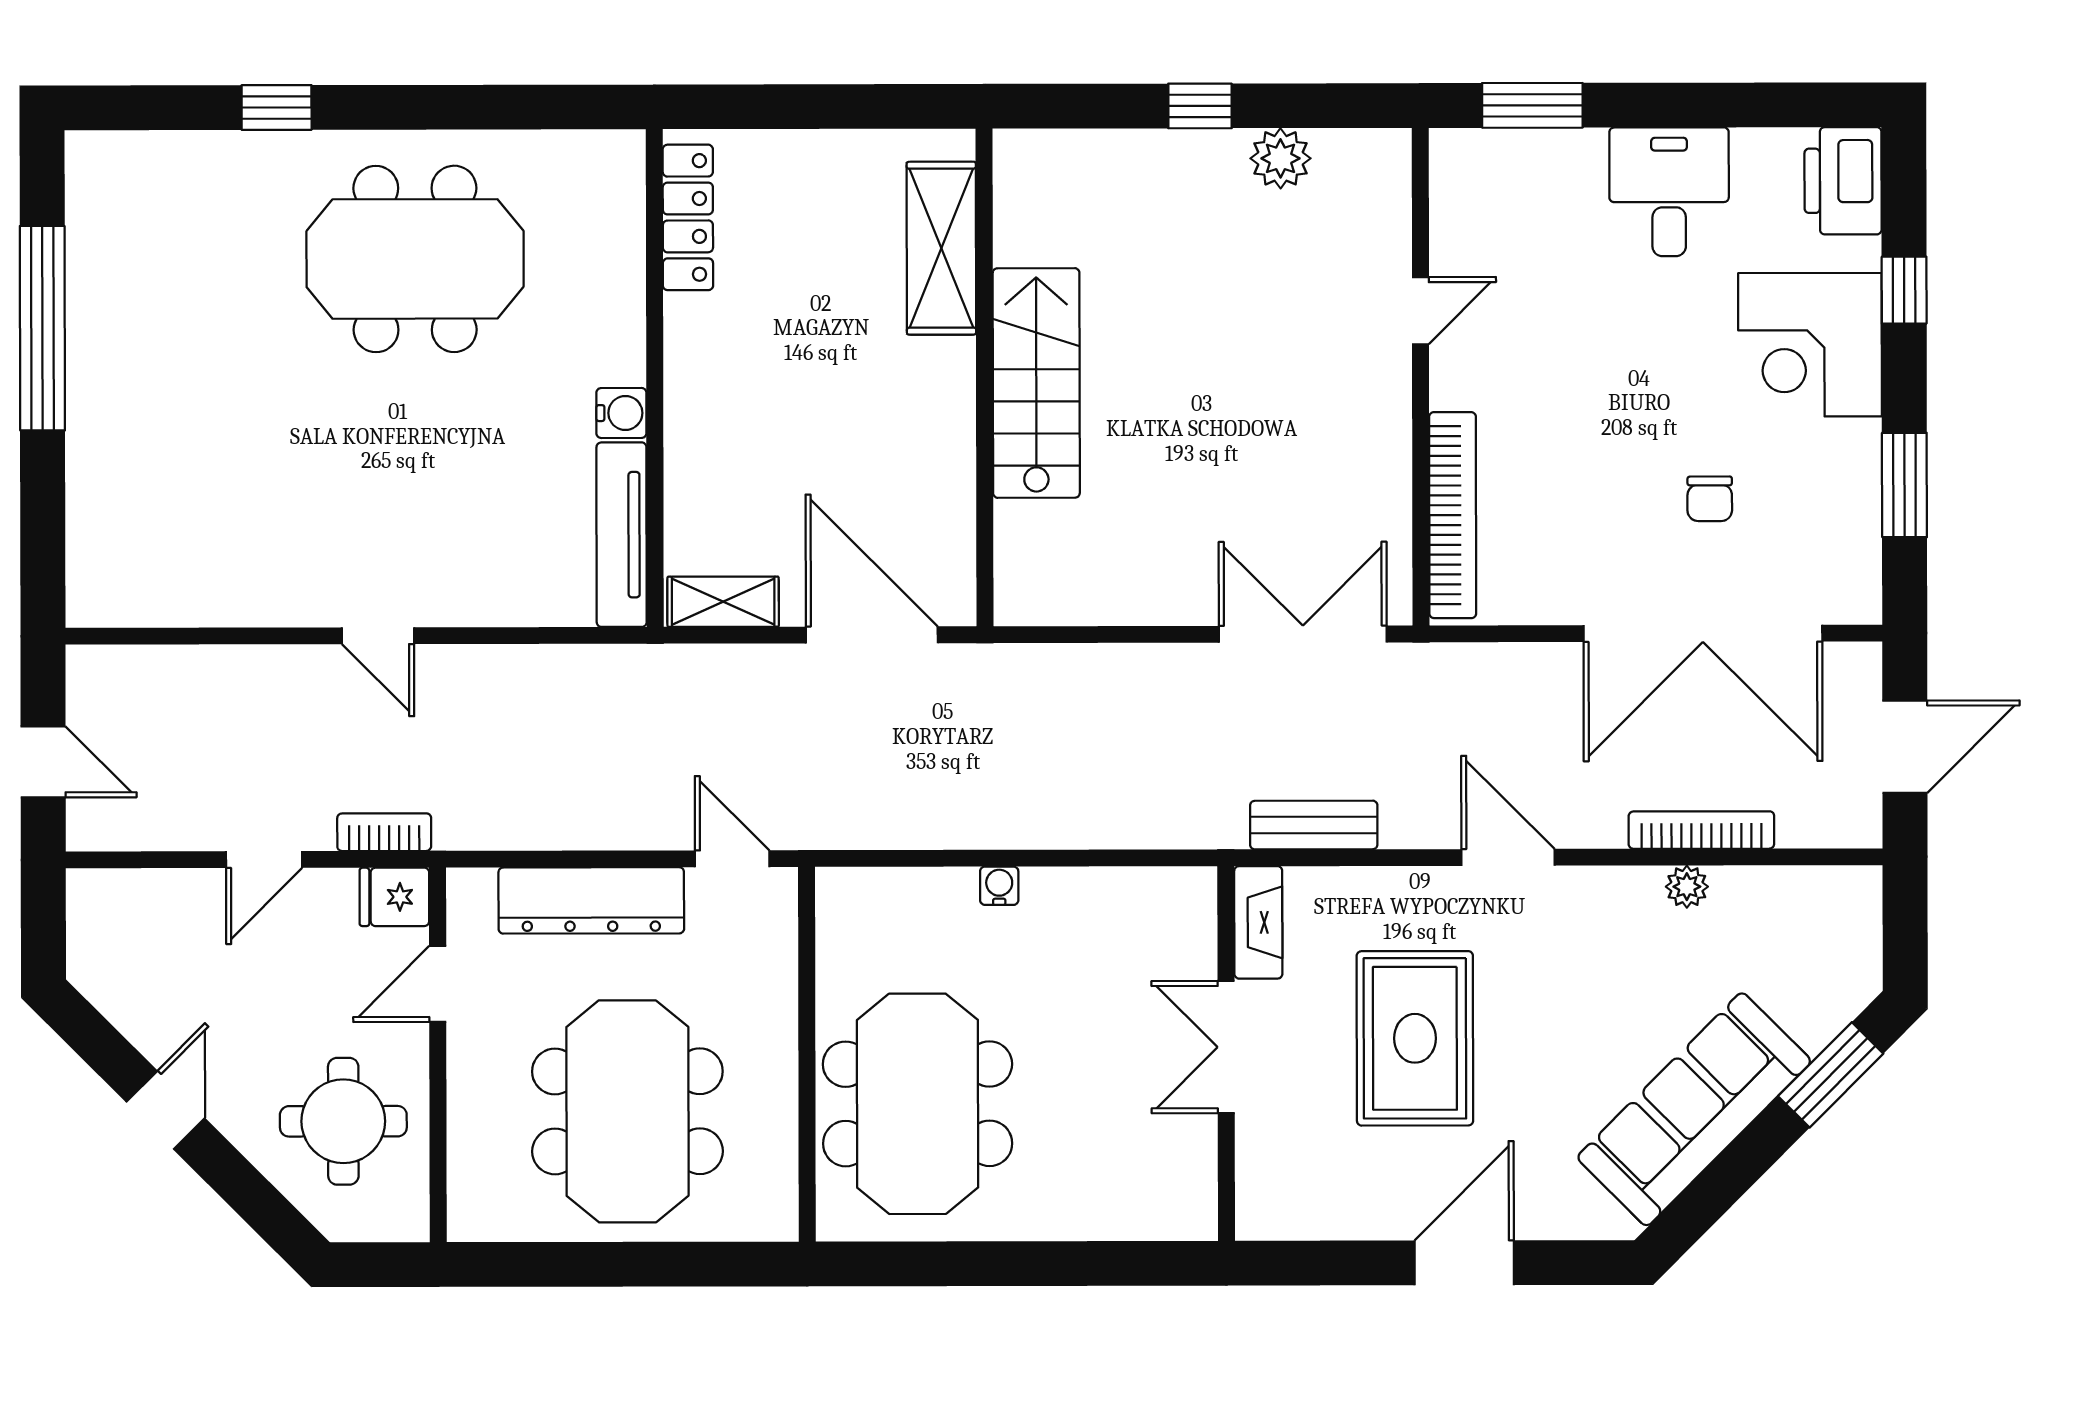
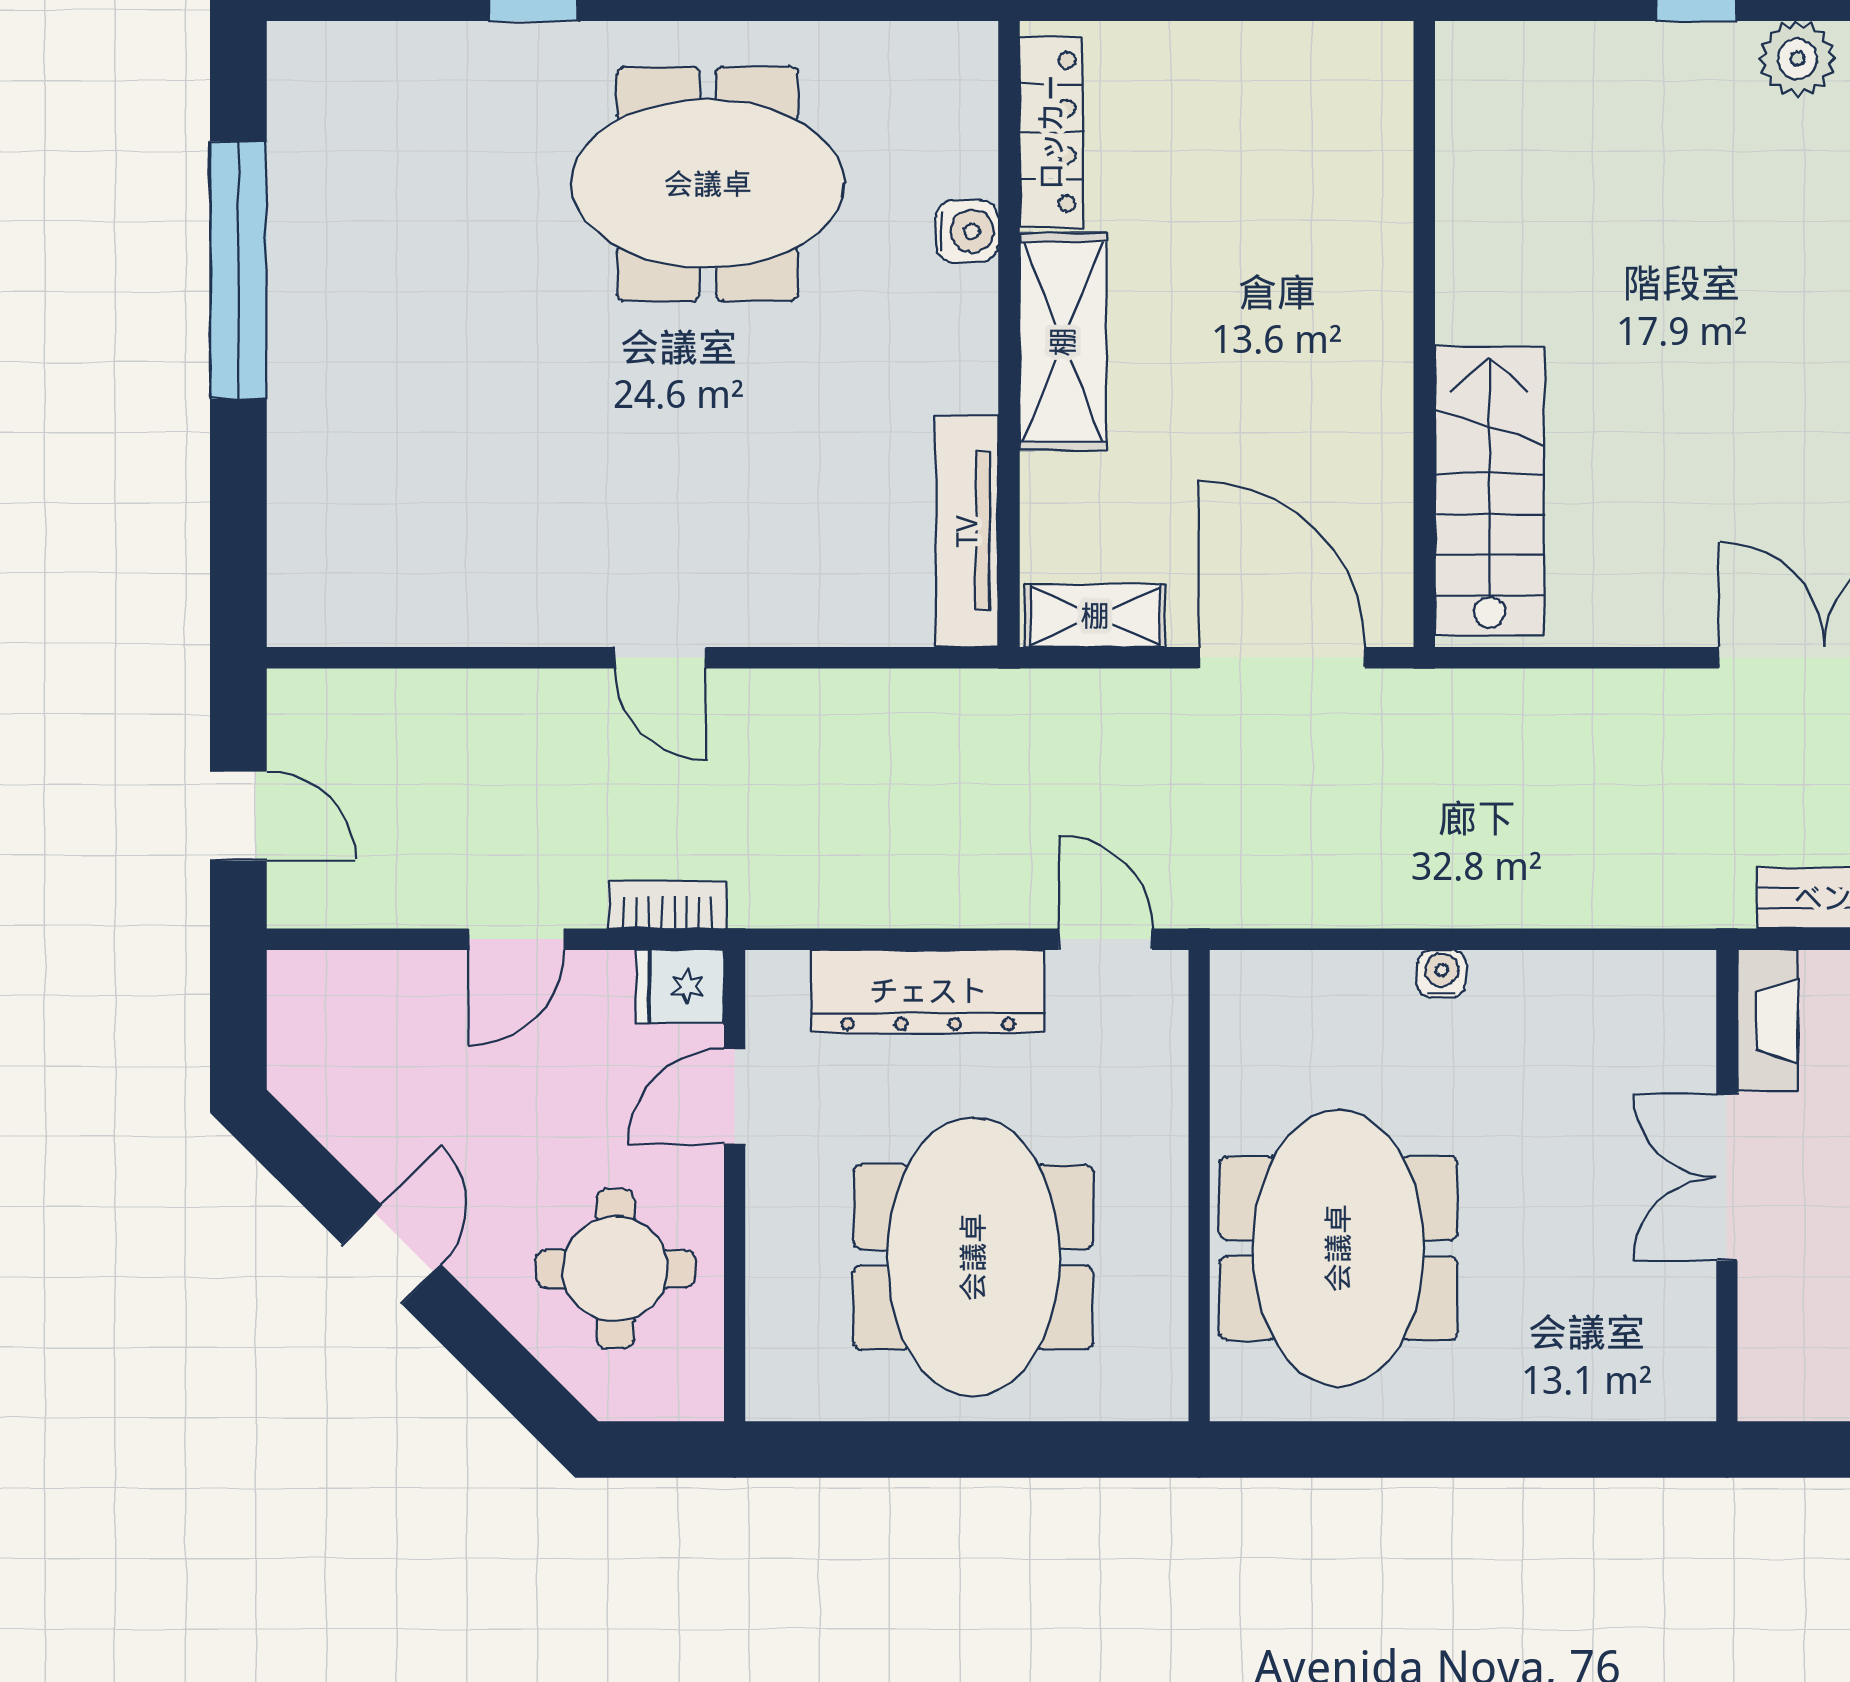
shelving: (941, 248) -> (1063, 342), moved
stairs: (1036, 383) -> (1489, 491), moved
water cooler: (621, 413) -> (967, 231), moved

